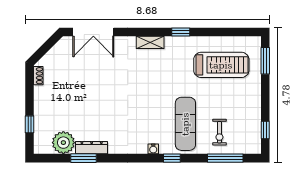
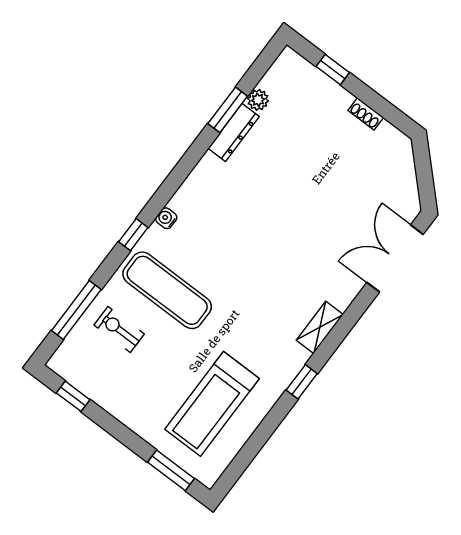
shoe rack: (38, 76) -> (366, 114), moved
plant: (63, 143) -> (258, 100), width x0.53, depth x0.53

